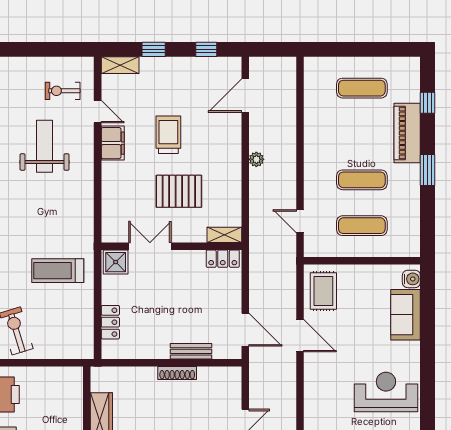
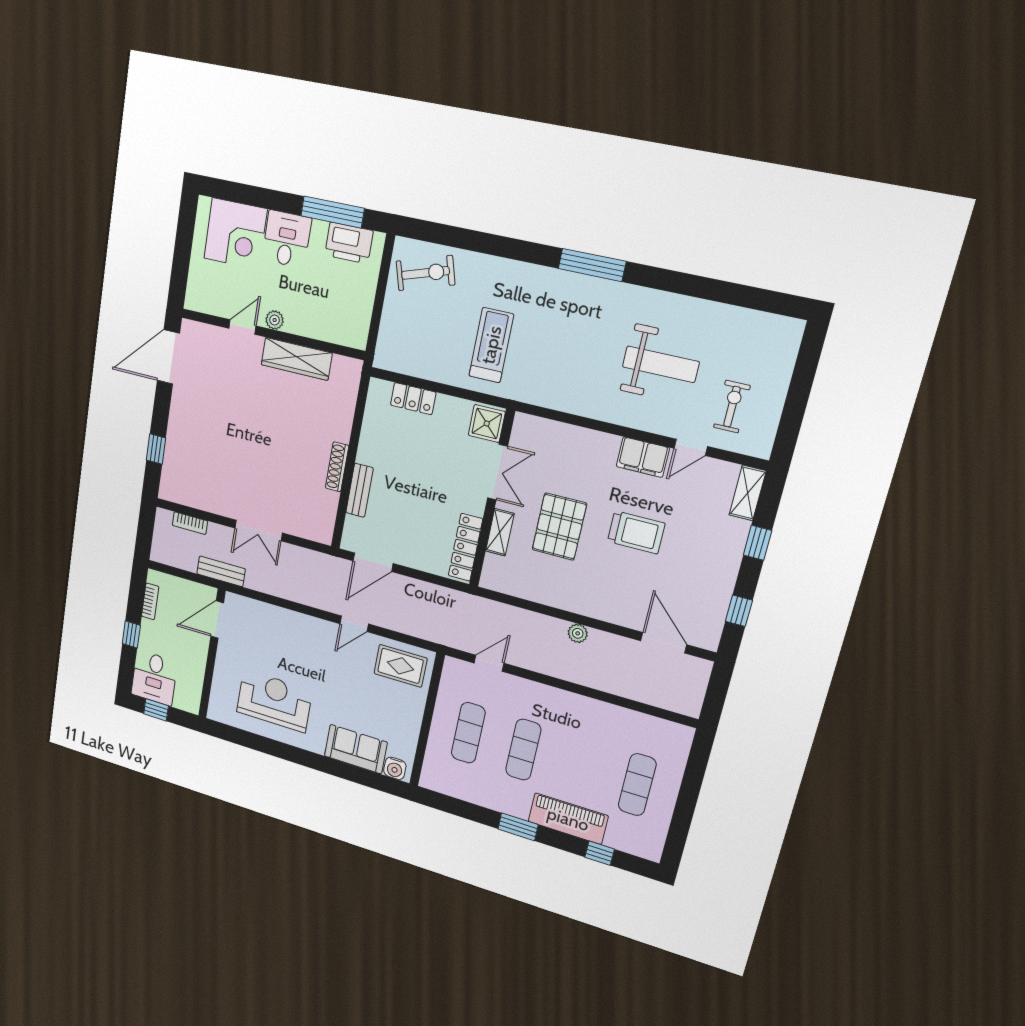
shelving: (224, 235) -> (500, 532), moved
locker: (223, 259) -> (466, 547), width x1.53
door: (300, 336) -> (354, 624), width x0.73
reception desk: (386, 392) -> (274, 701), turned -90

